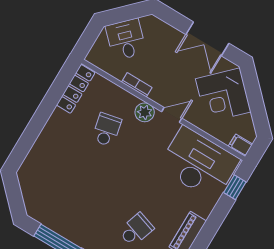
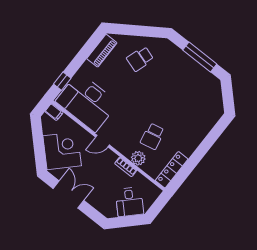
plant: (145, 112) -> (138, 158), moved

